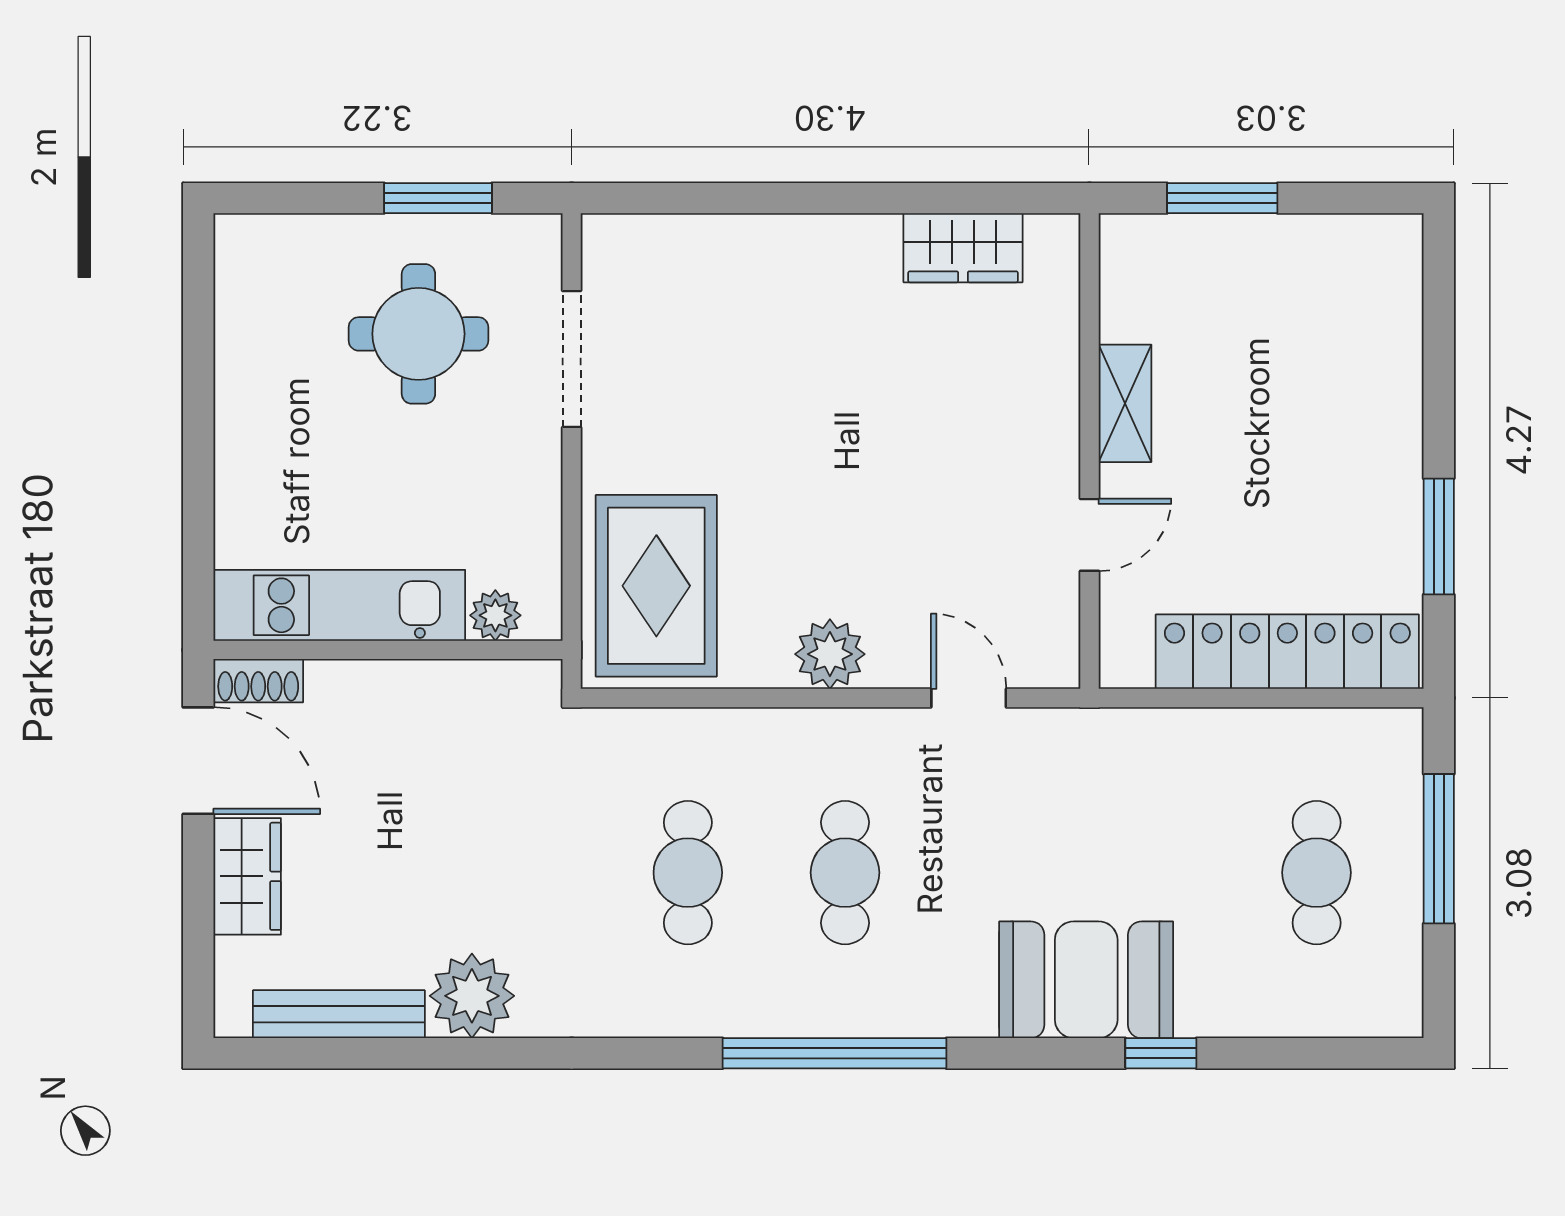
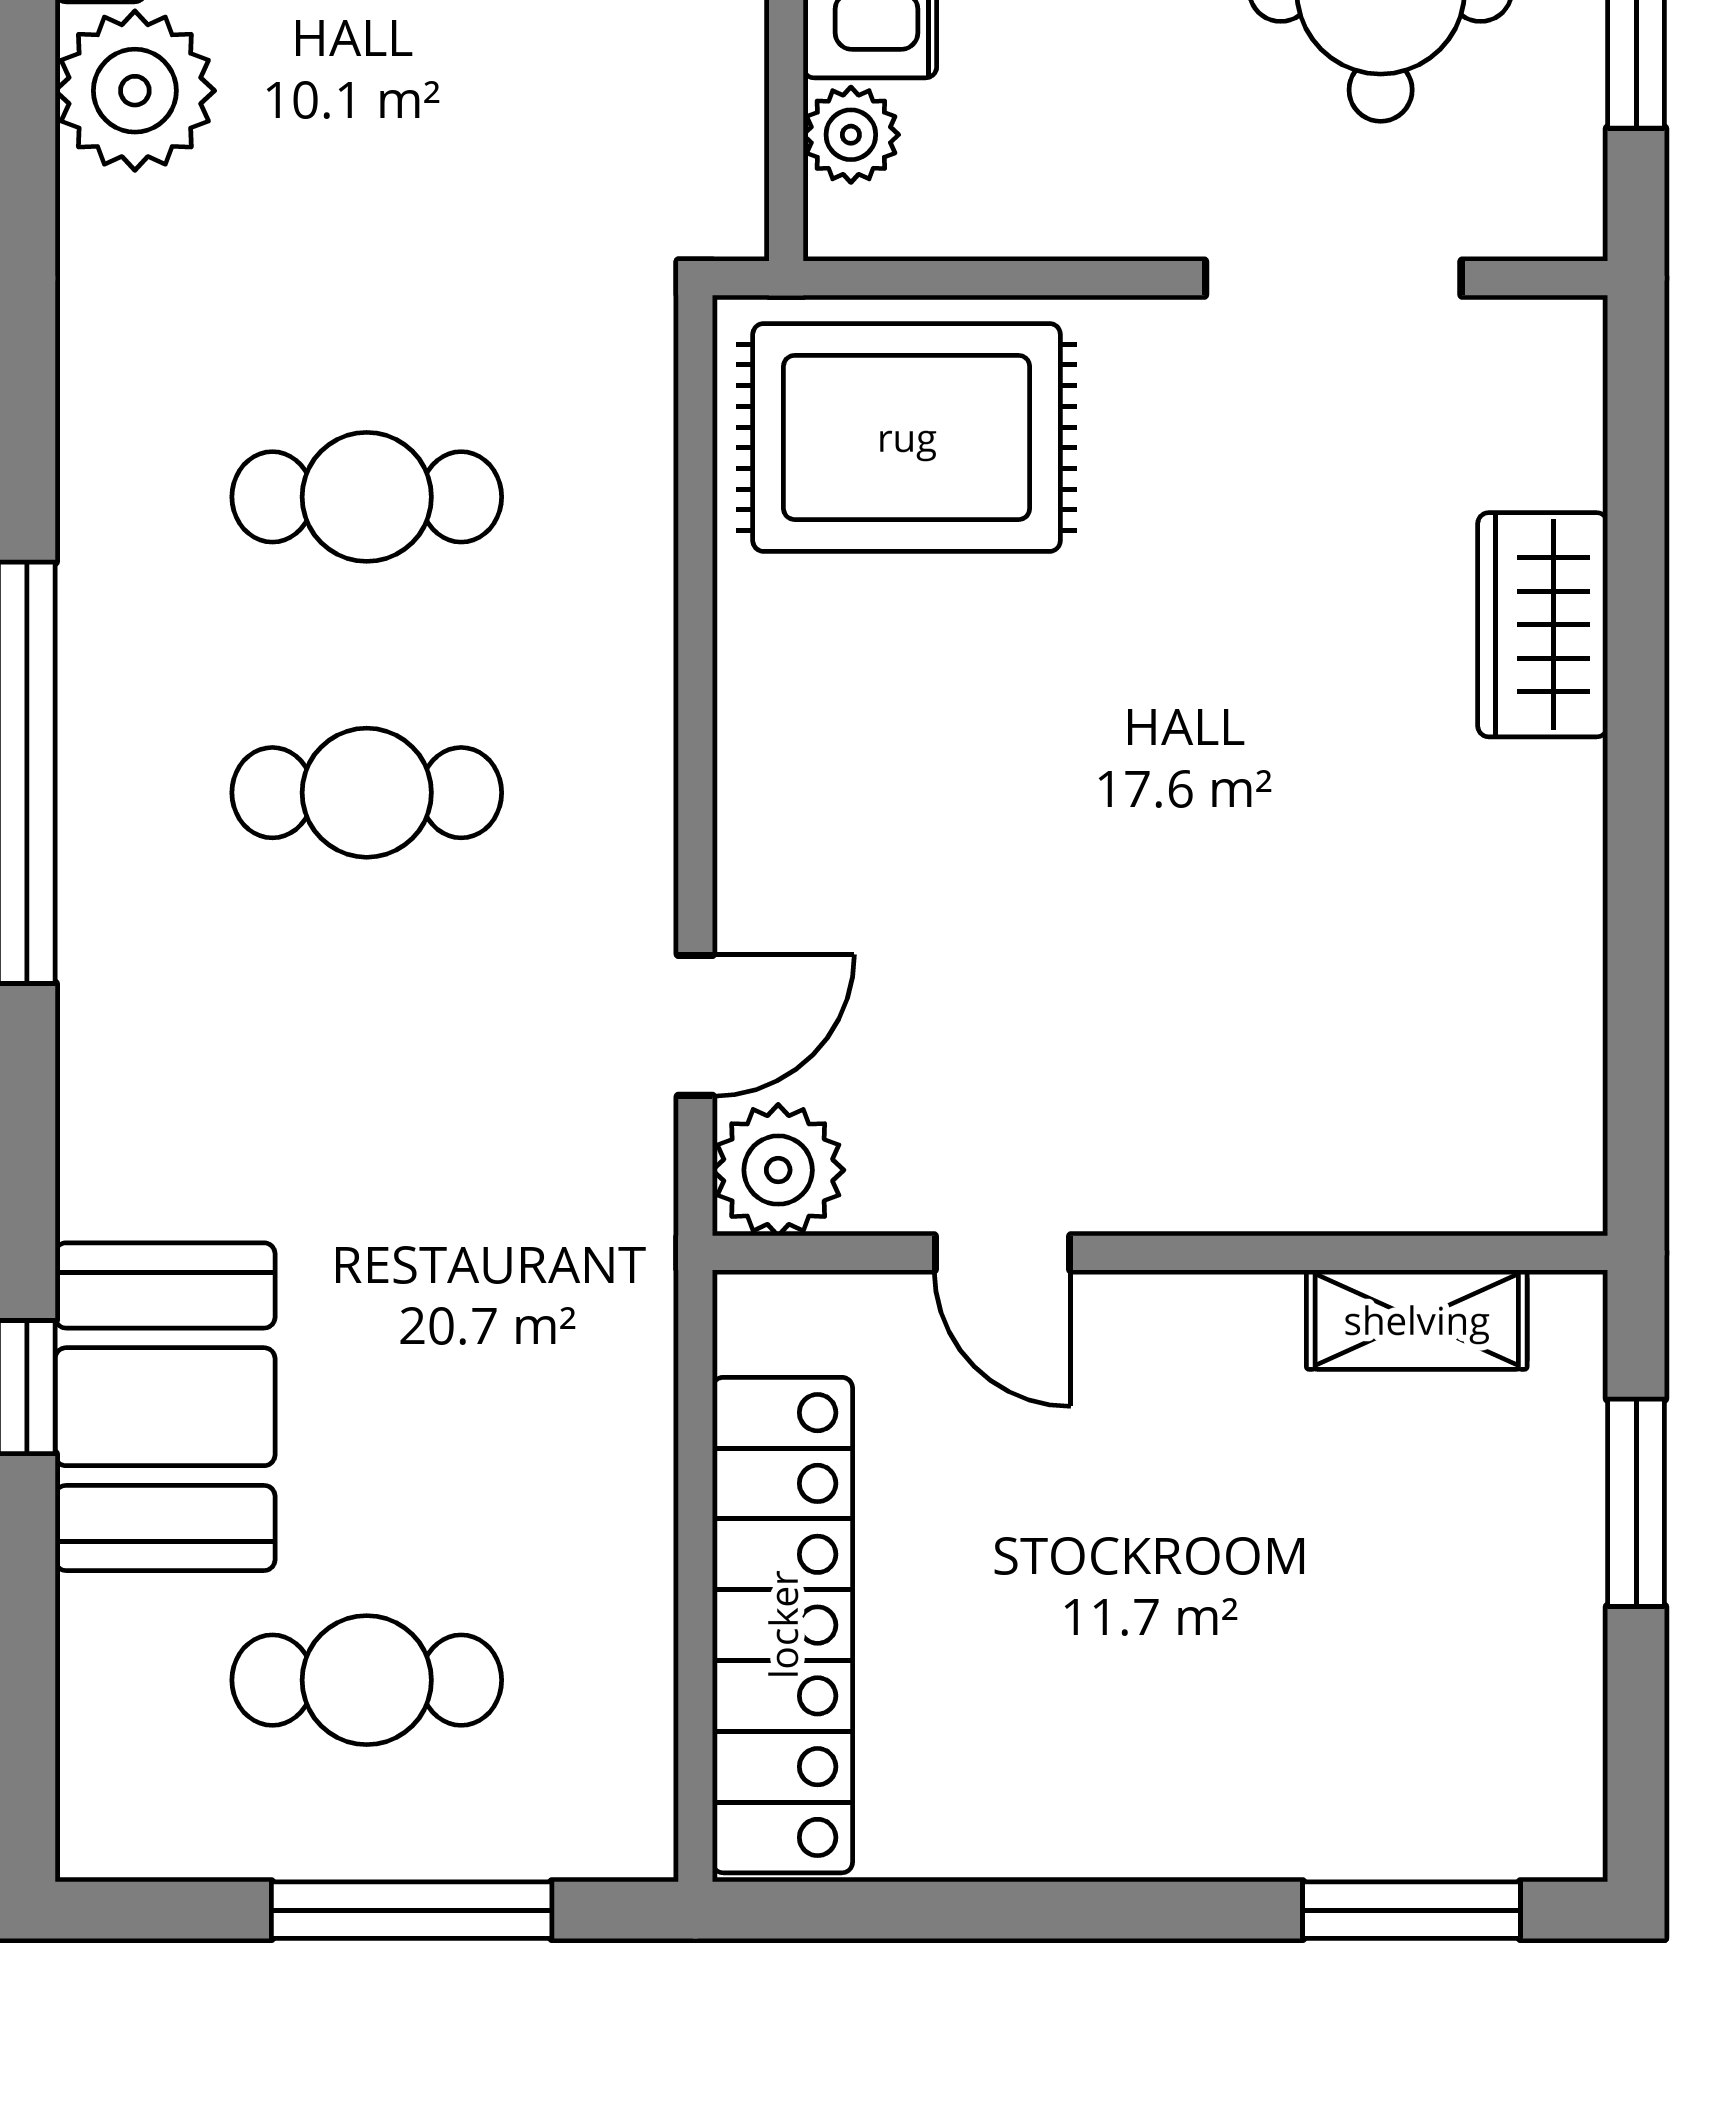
wardrobe: (963, 248) -> (1543, 625), moved
shelving: (1125, 403) -> (1417, 1320), moved
window: (1439, 537) -> (1411, 1910), moved
plant: (830, 654) -> (778, 1170), moved
booth: (1086, 980) -> (165, 1407), moved

